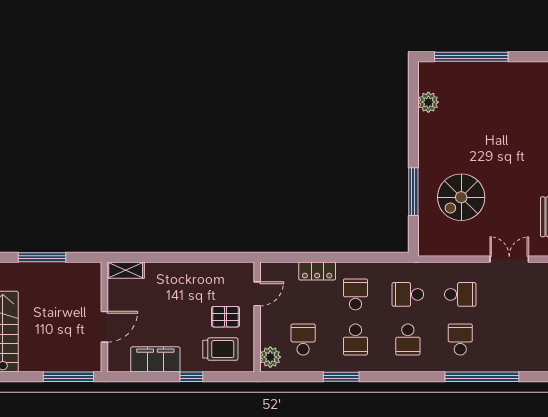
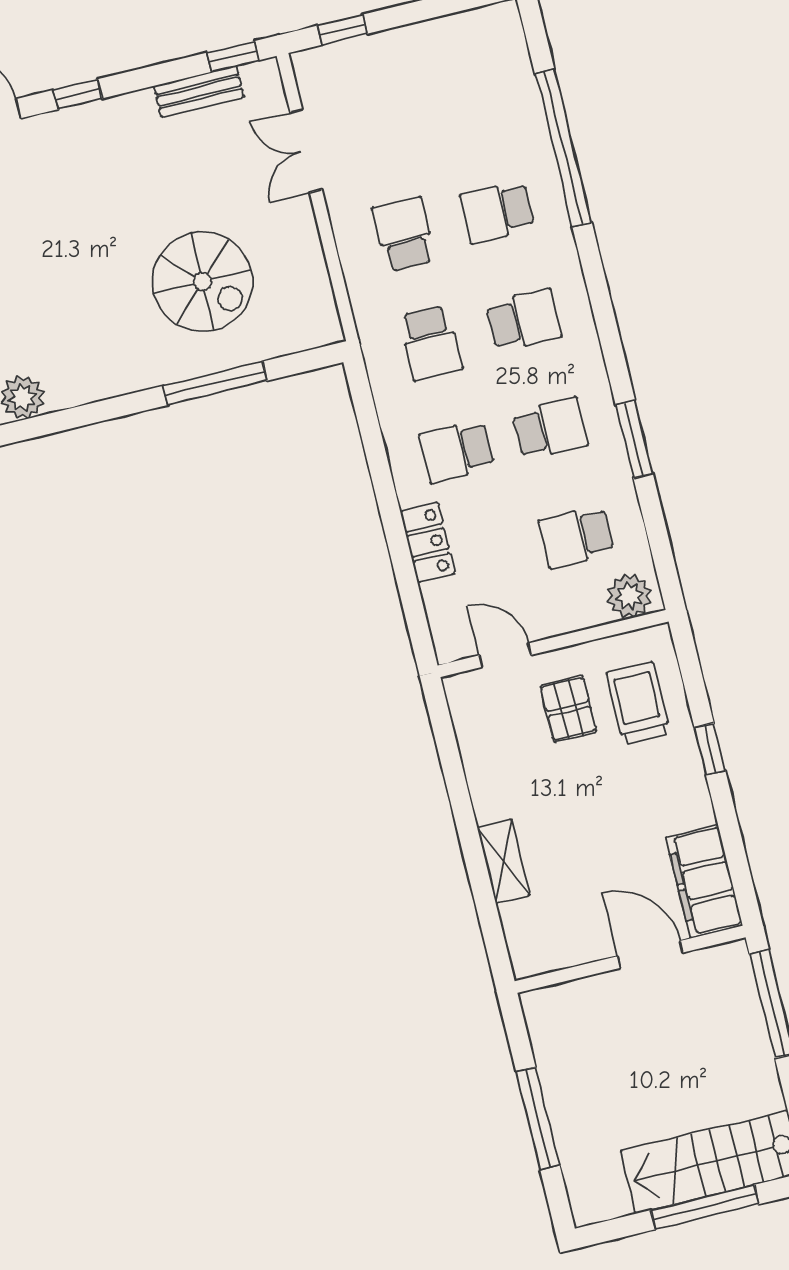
shelving: (126, 270) -> (503, 861), moved
filing cabinet: (155, 359) -> (704, 881), moved

